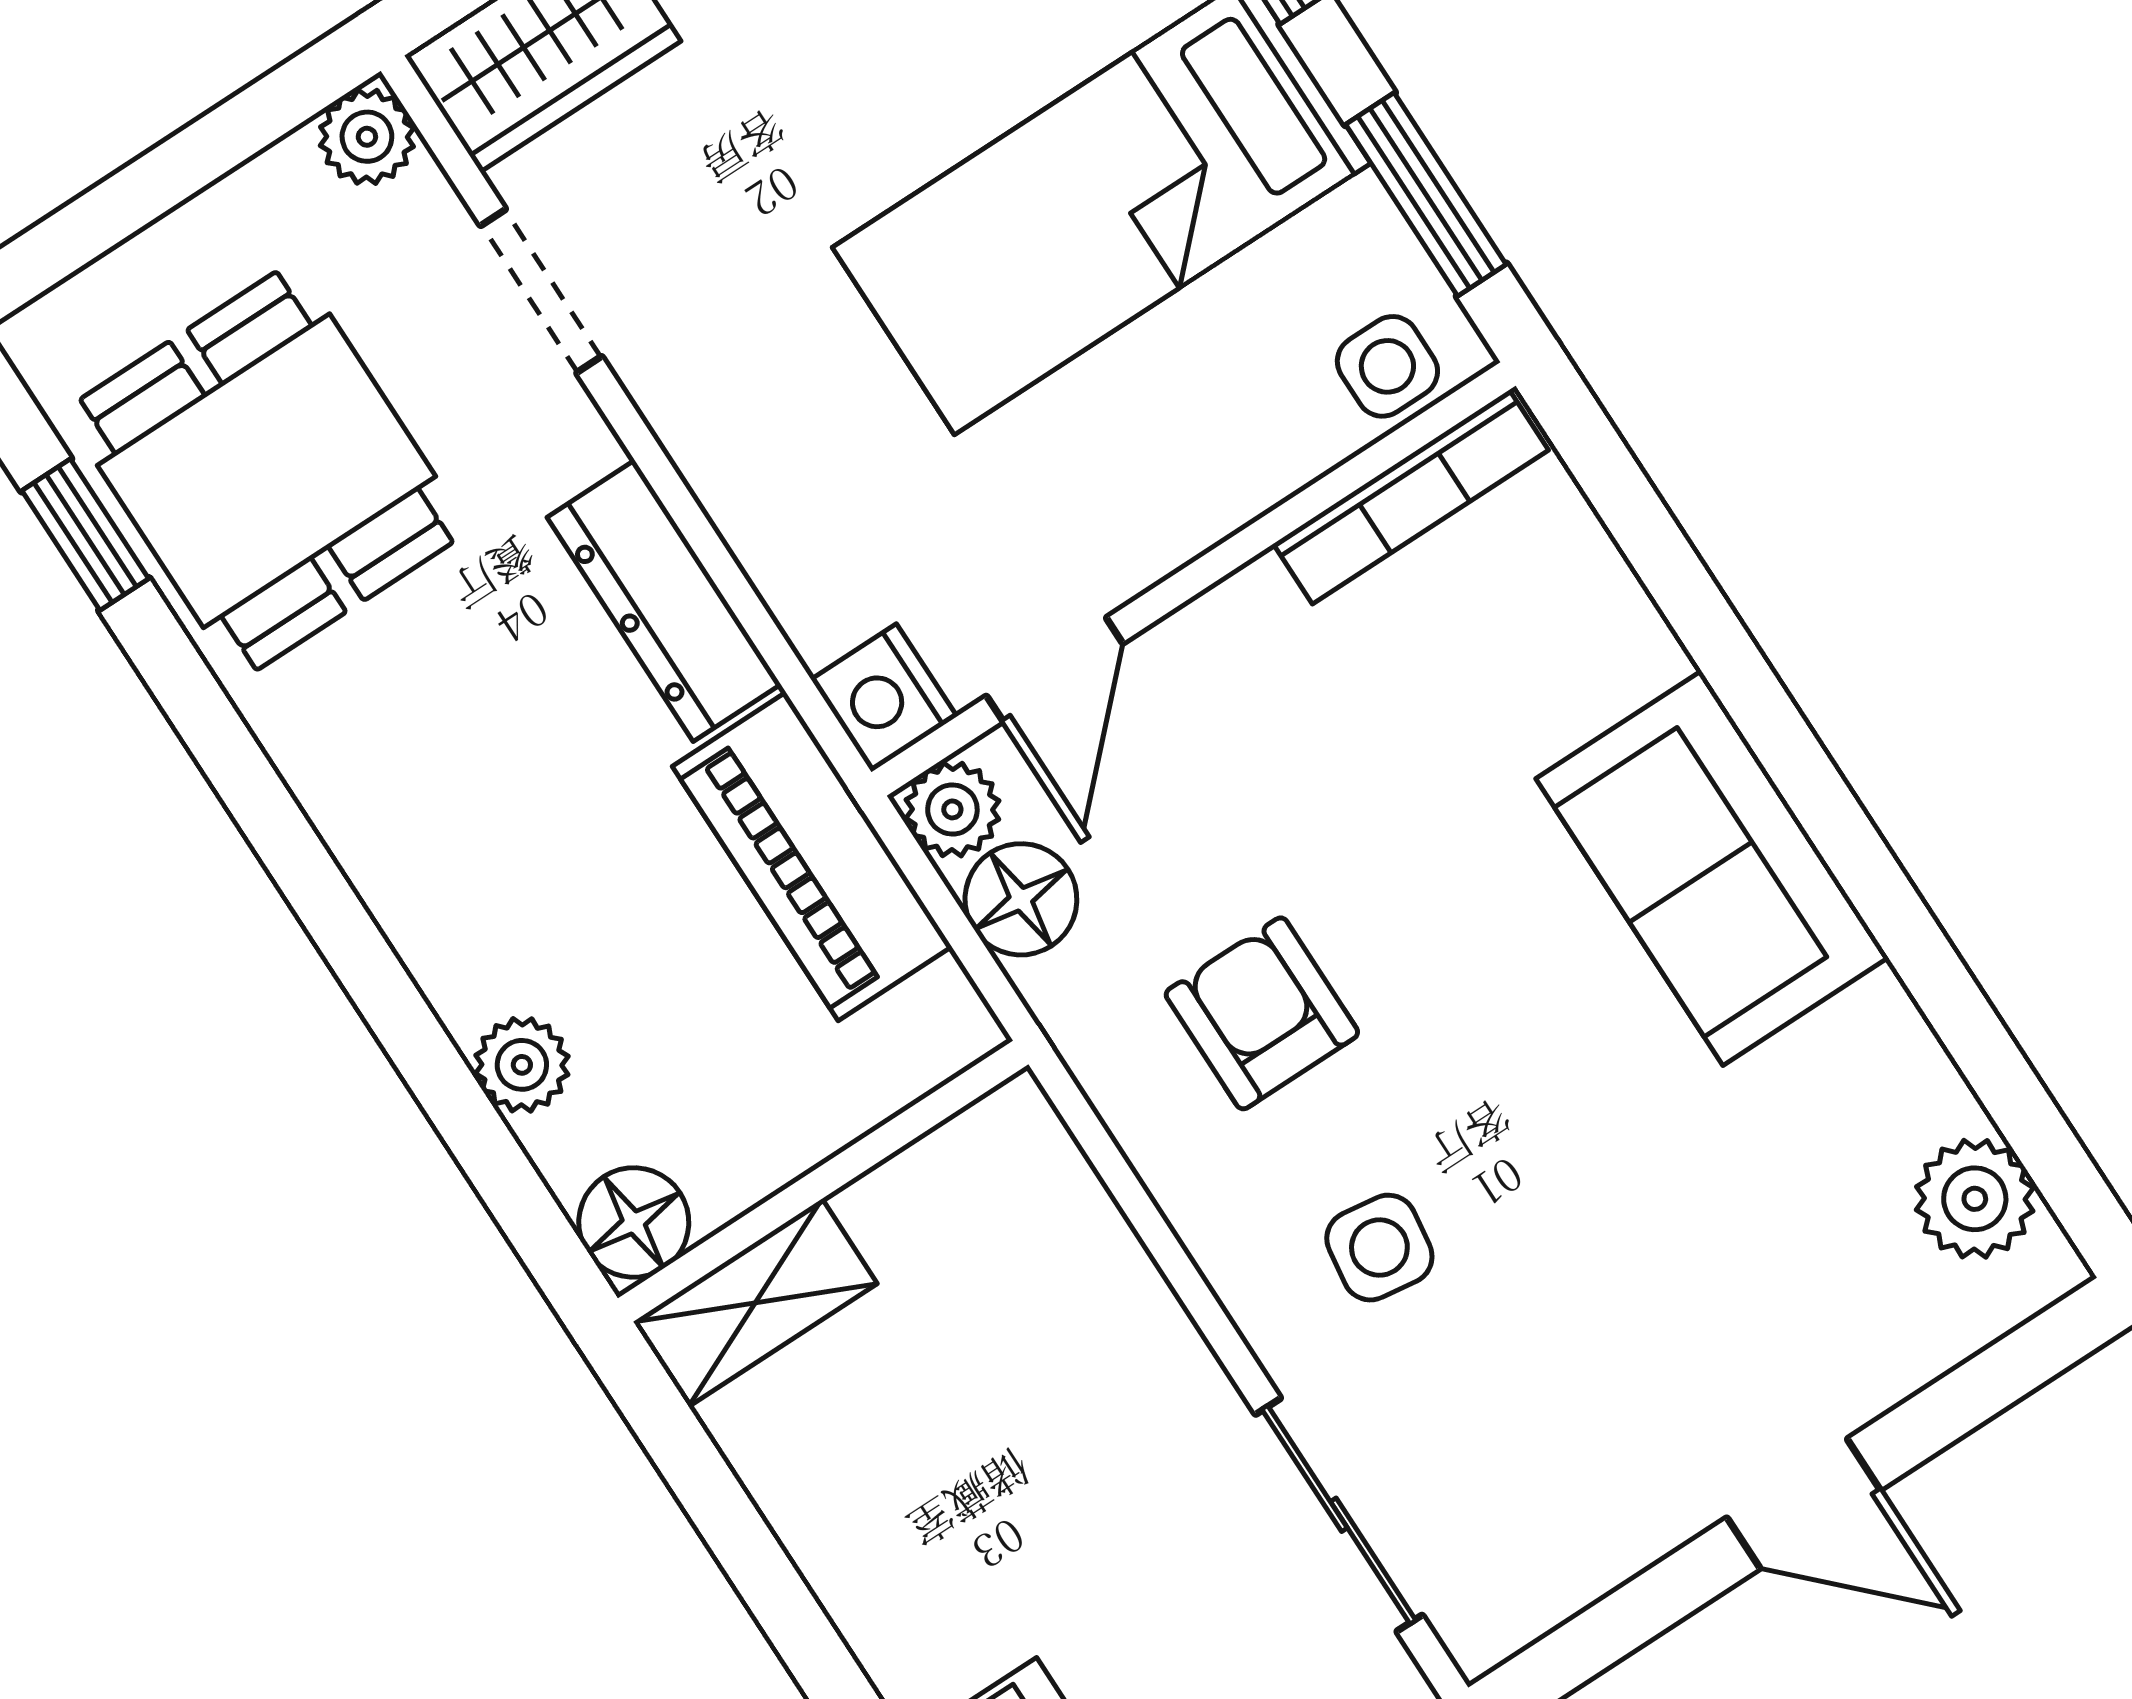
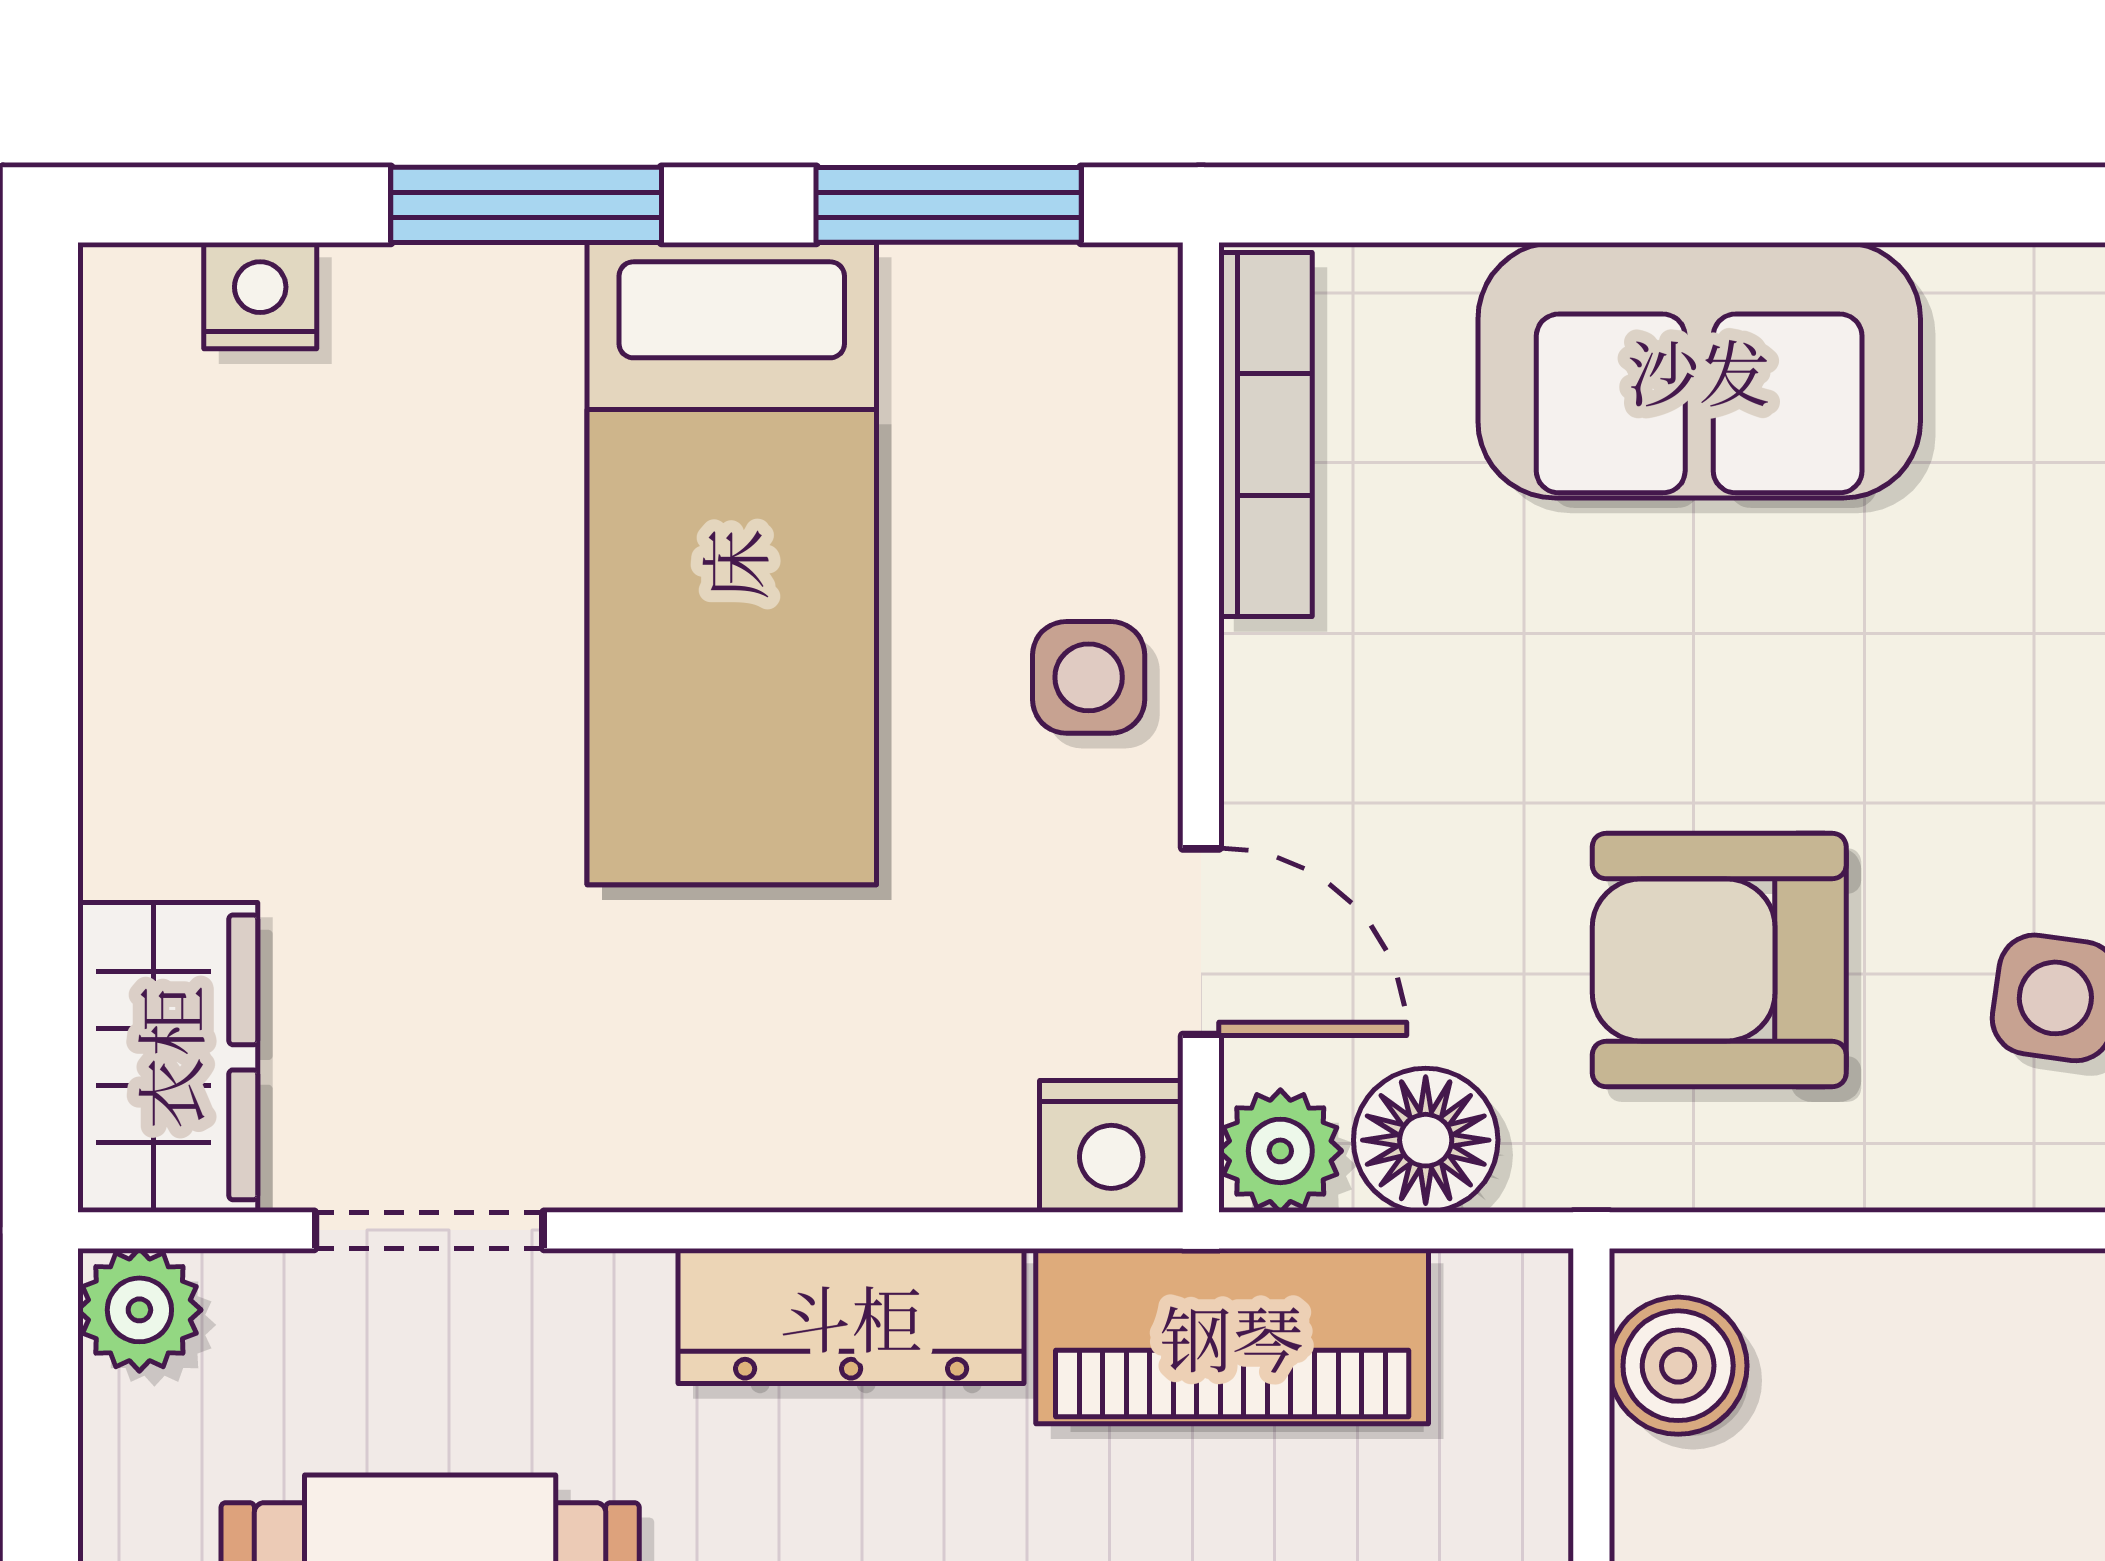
side table: (1387, 366) -> (1089, 677), moved
sofa: (1712, 868) -> (1699, 370), moved
armchair: (1262, 1013) -> (1719, 960), width x1.38, depth x1.38
boiler: (981, 1158) -> (1678, 1366), added

